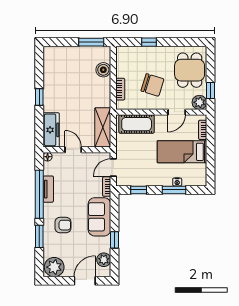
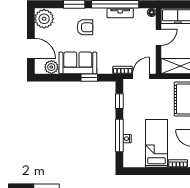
door: (113, 168) -> (141, 76), hinge flipped
window: (174, 190) -> (119, 136), width x1.44
sofa: (99, 217) -> (78, 63), moved
armchair: (63, 225) -> (85, 27), turned -90
window: (114, 240) -> (89, 78), moved

